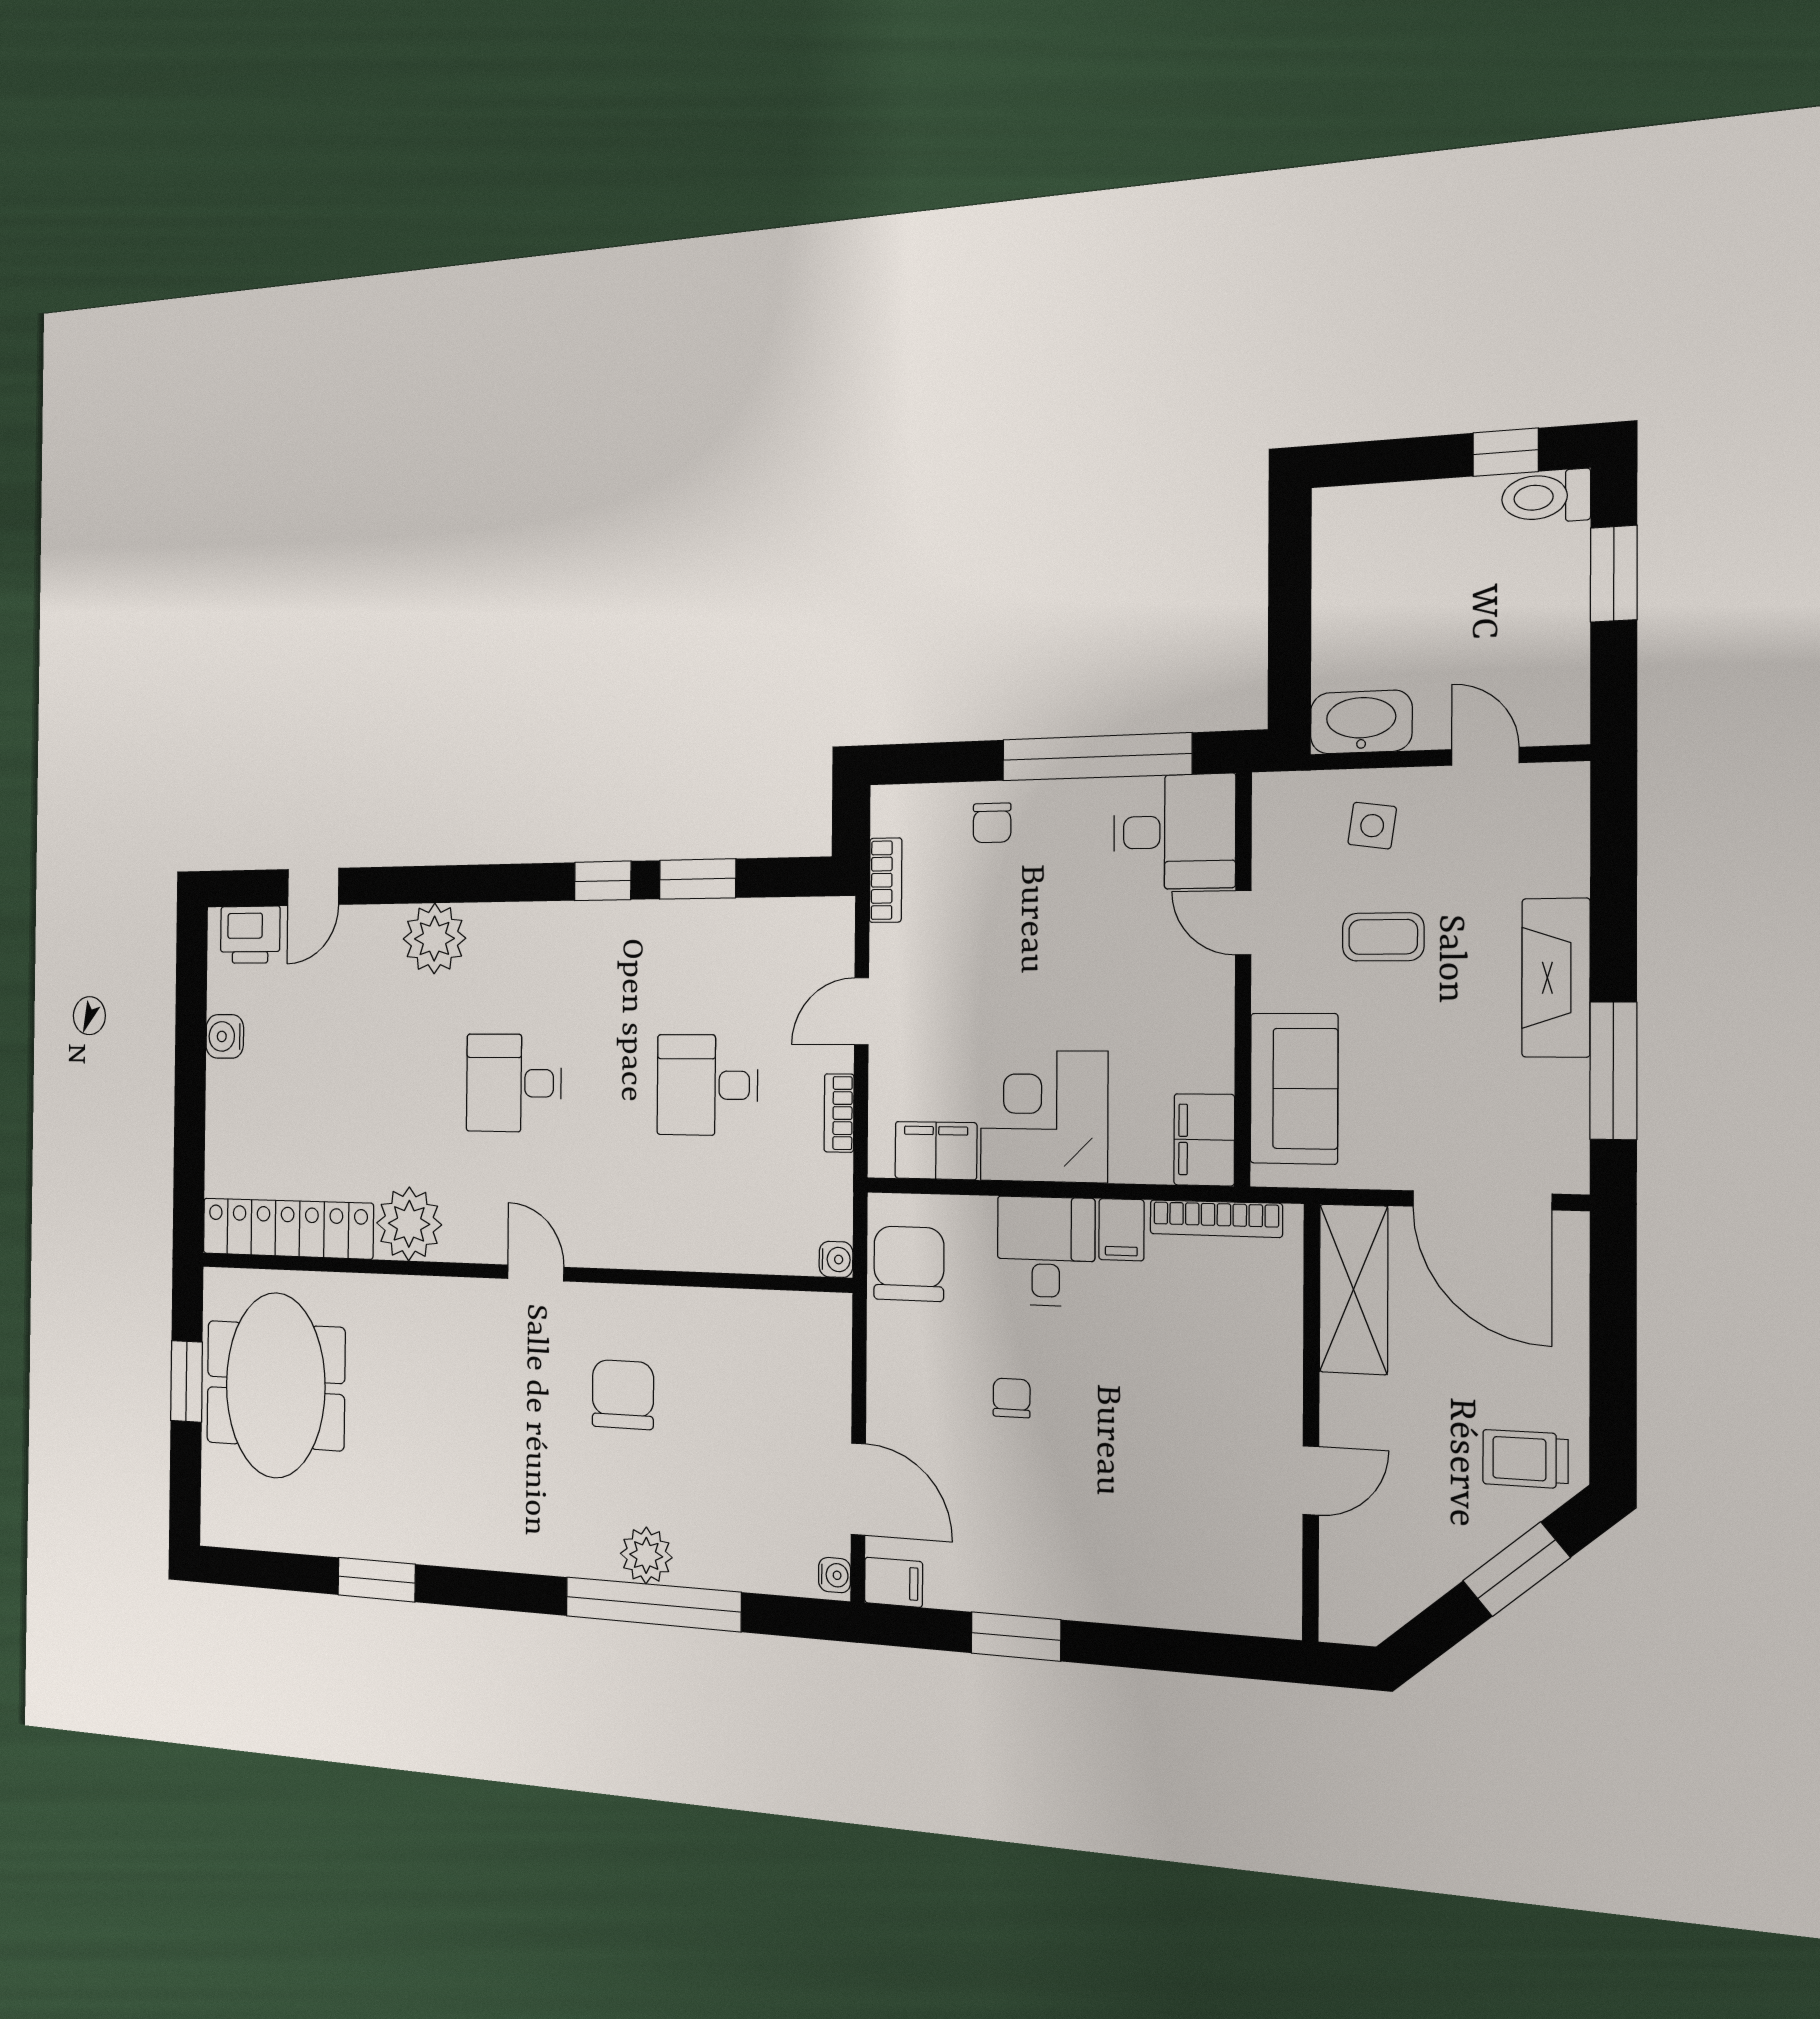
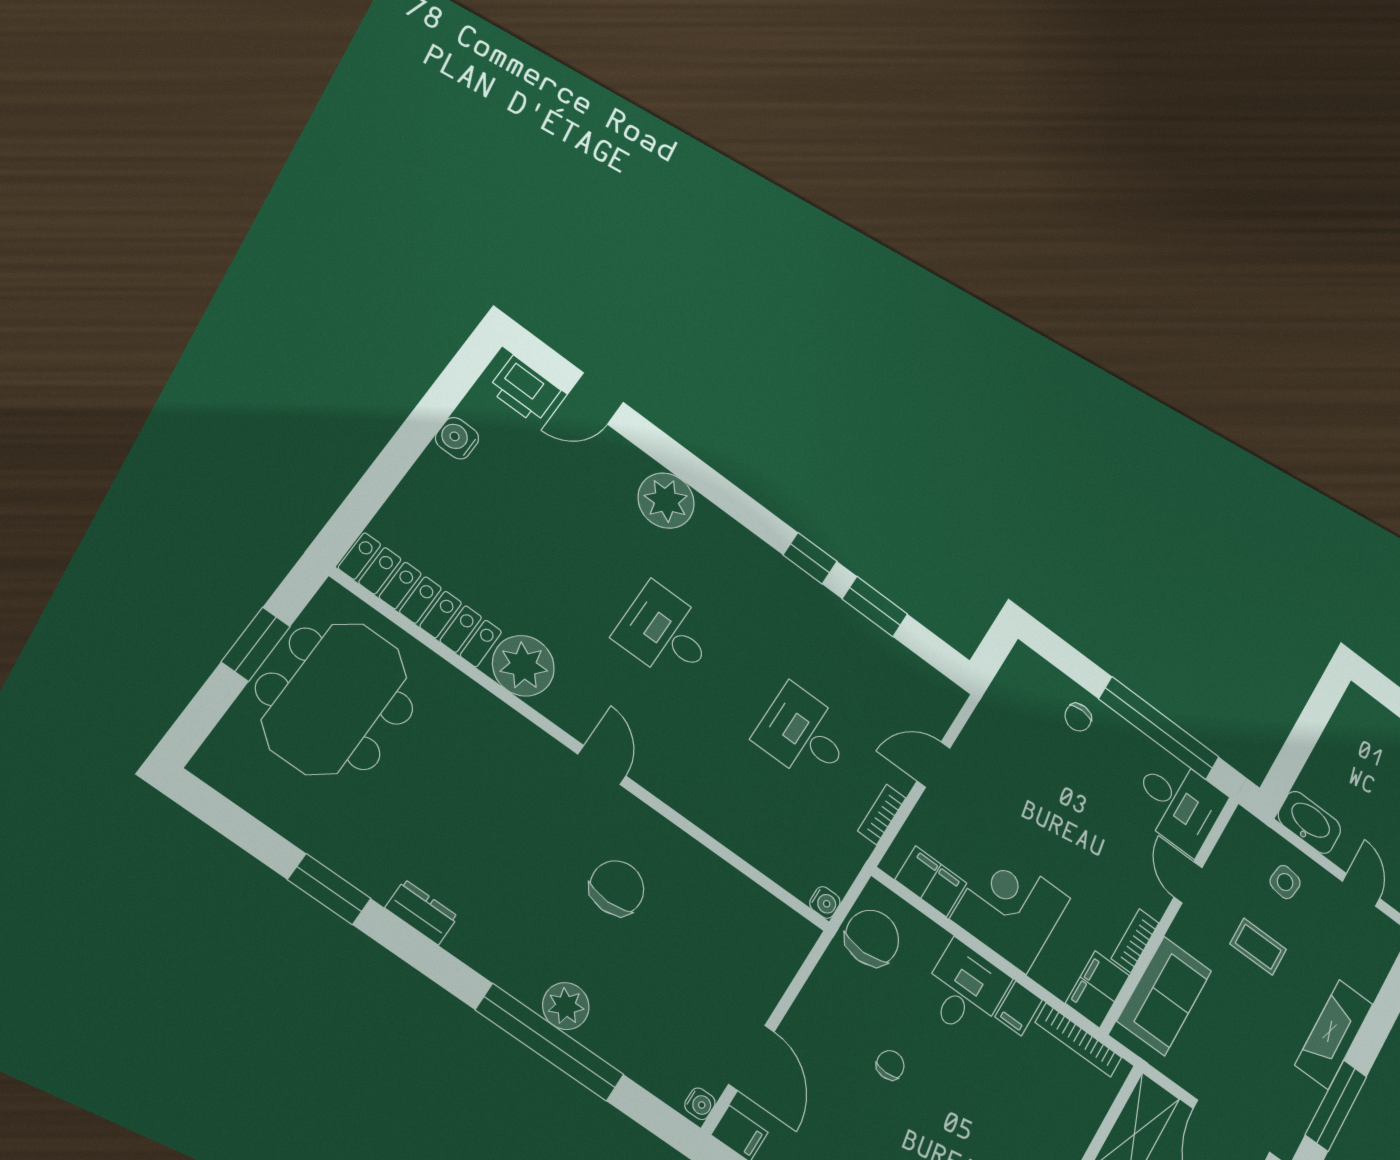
bookcase: (886, 880) -> (1135, 941), moved, turned 180
dresser: (465, 1547) -> (422, 912), added

